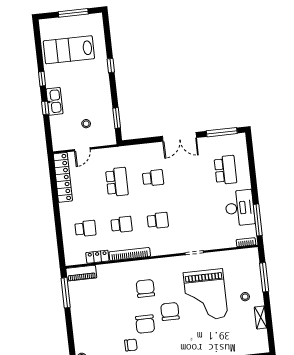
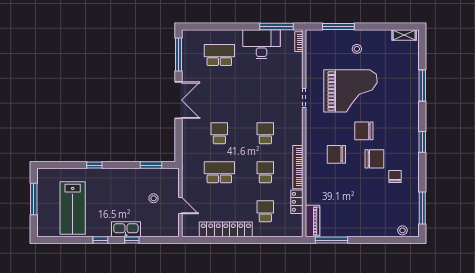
locker: (63, 177) -> (226, 229), moved
shelving: (261, 318) -> (404, 35), moved

